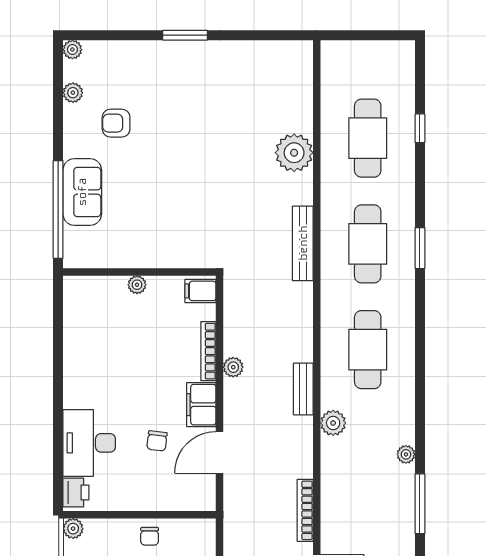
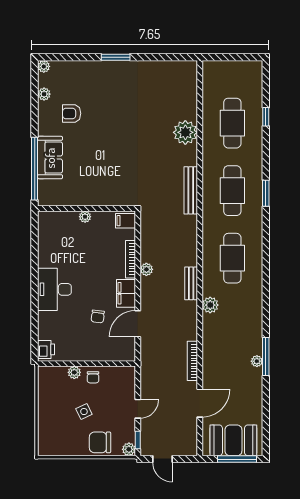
desk: (89, 443) -> (54, 289), moved
plant: (406, 454) -> (257, 361), moved
plant: (73, 529) -> (74, 372), moved

